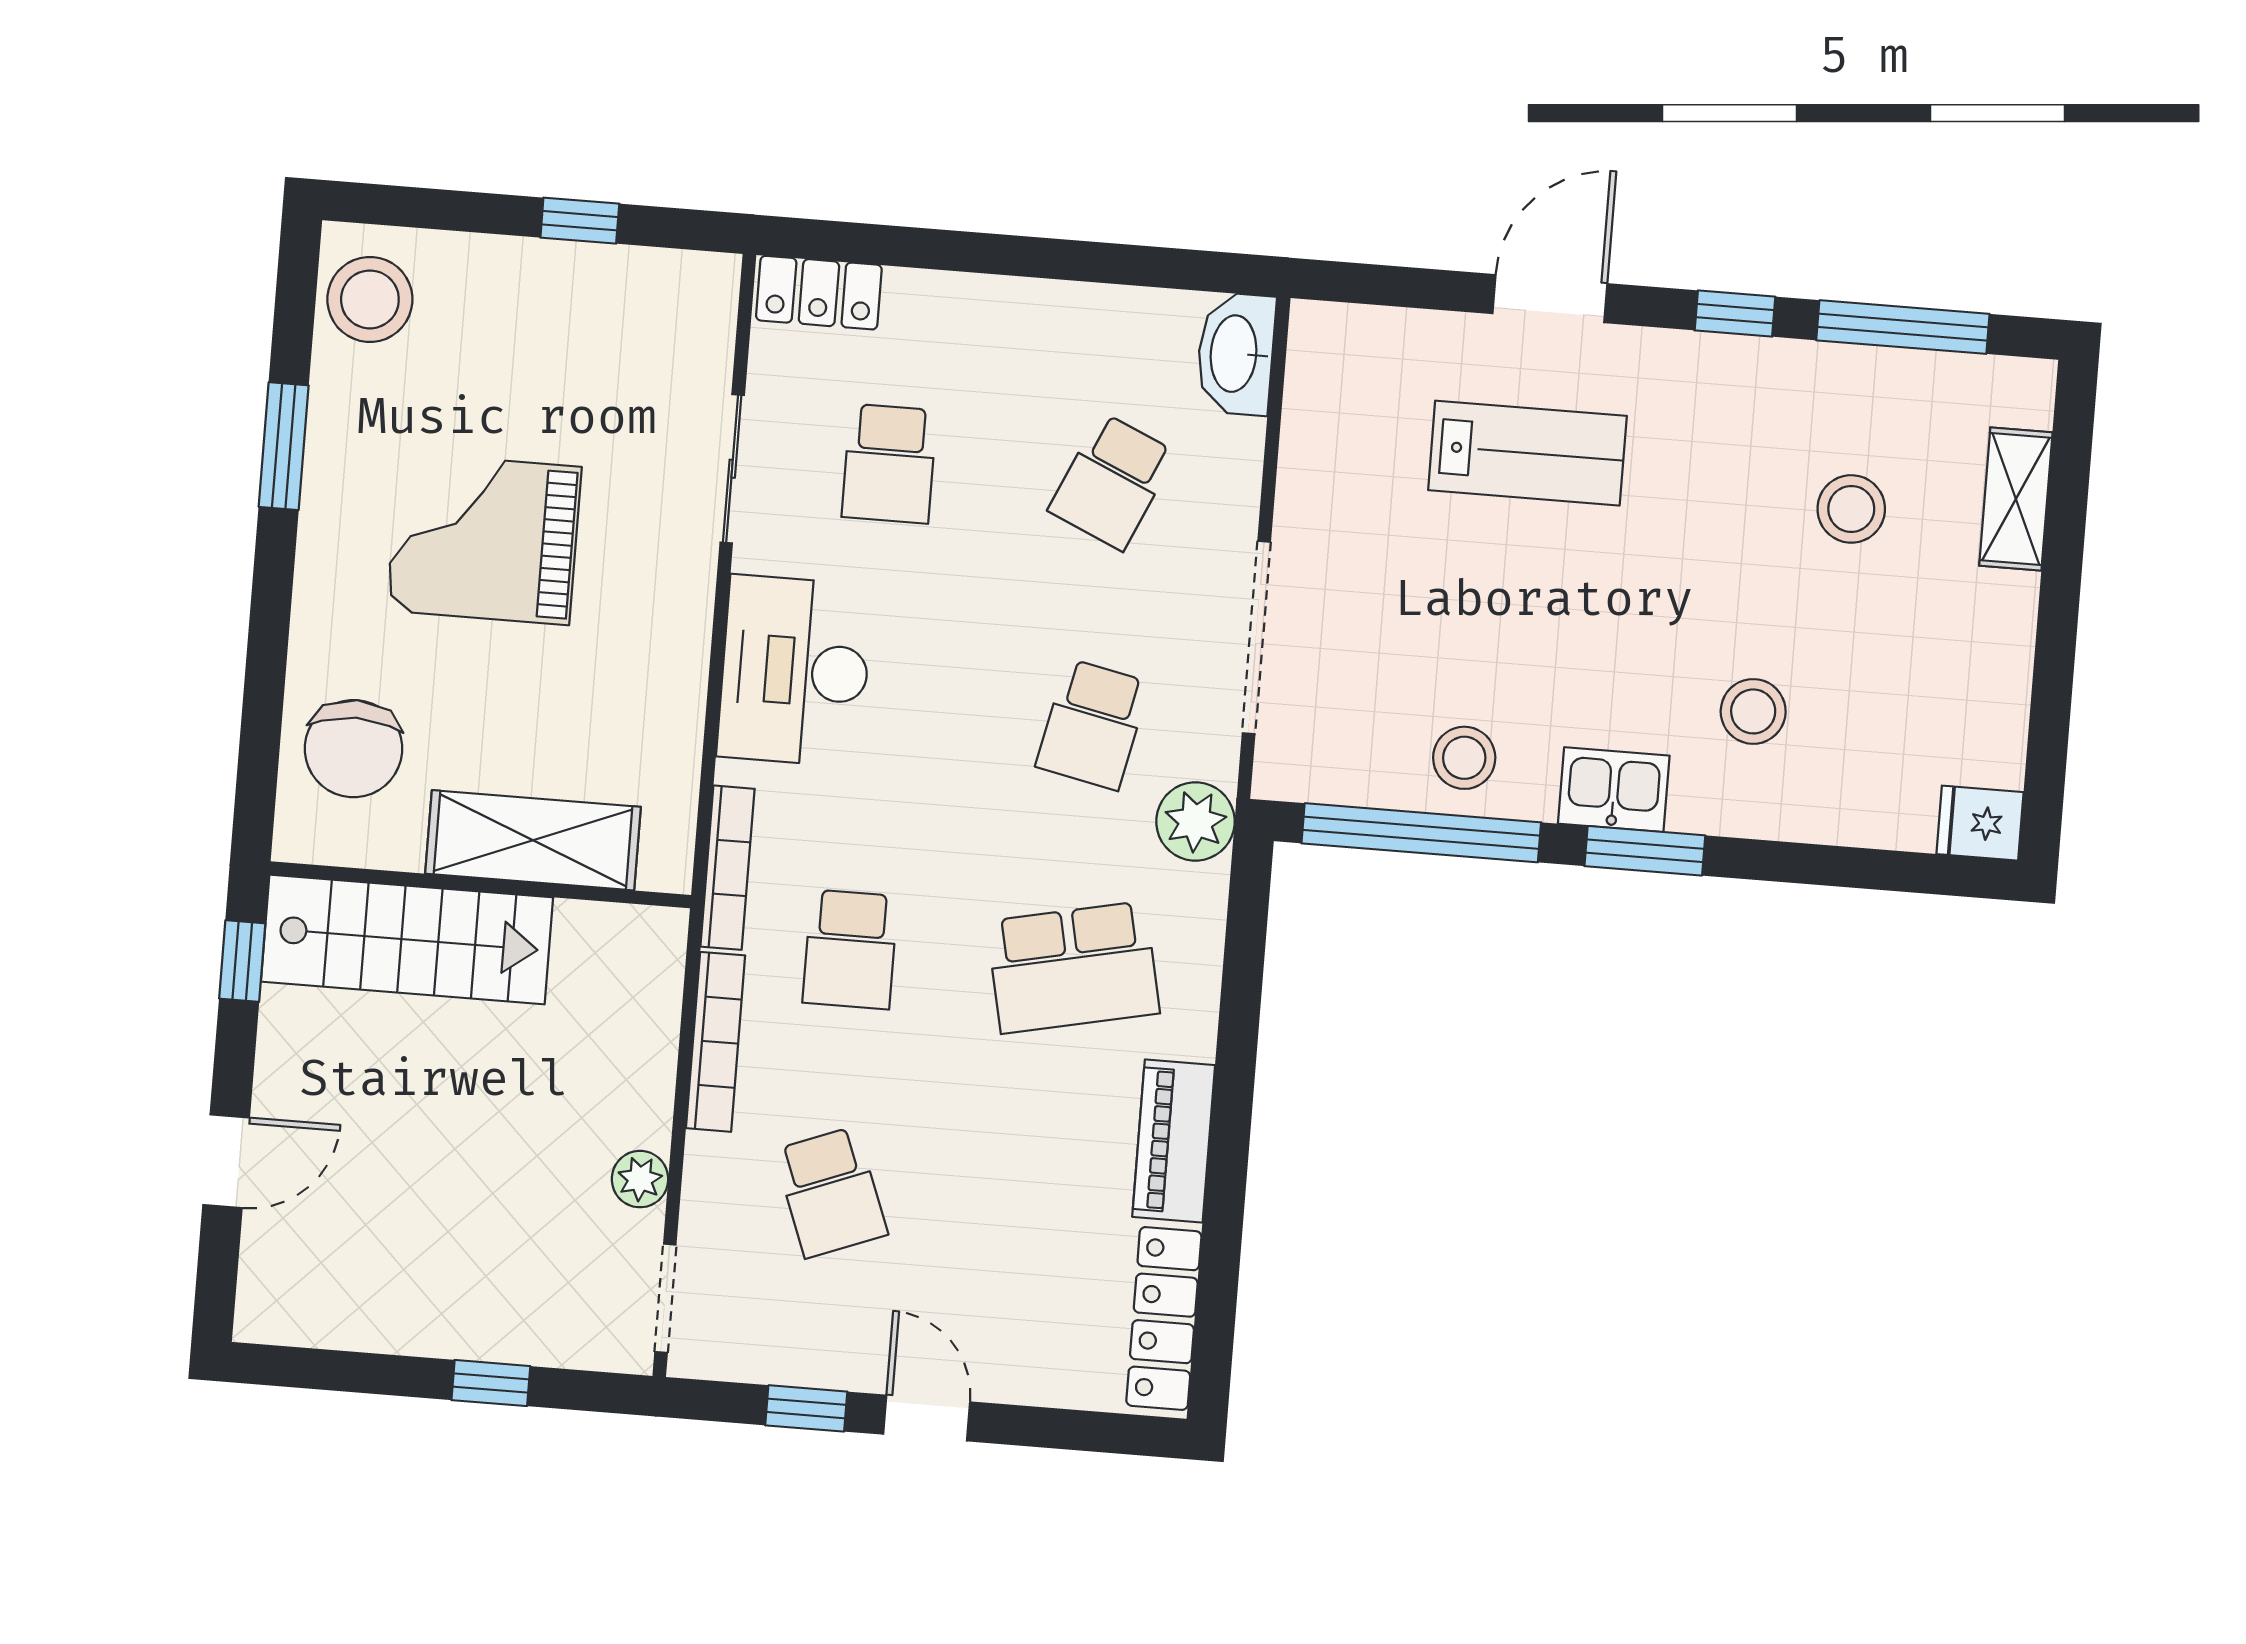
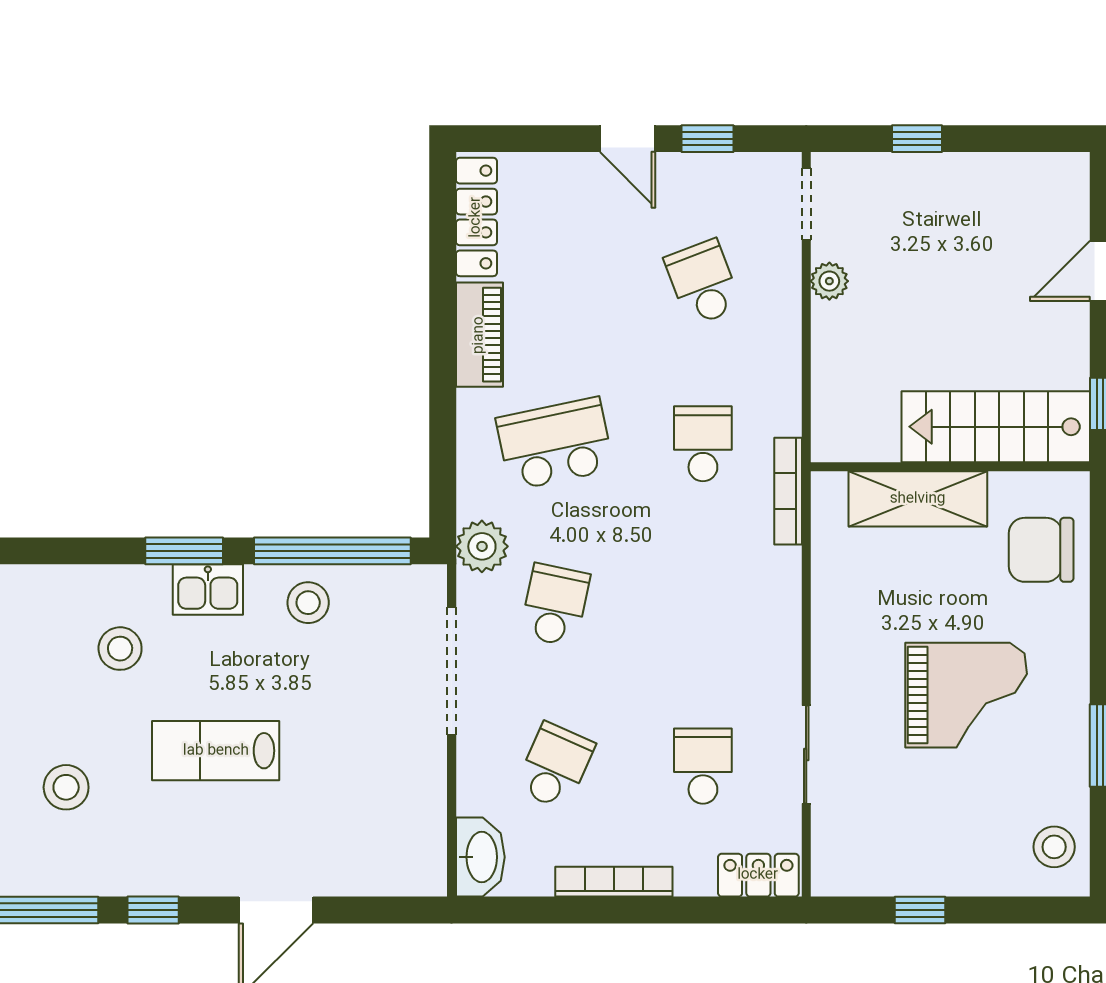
stool: (370, 299) -> (1054, 847), width x0.73, depth x0.73
lab bench: (1527, 453) -> (216, 751), moved
desk: (795, 671) -> (754, 625), removed
chair: (354, 749) -> (1041, 550), turned -90
bookcase: (716, 1042) -> (614, 882), moved, turned 90

